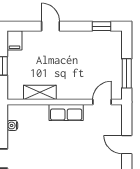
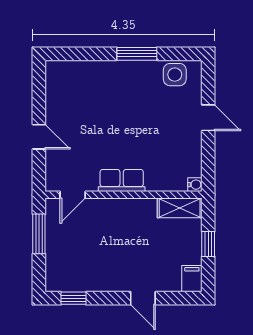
shelving: (40, 92) -> (180, 208), moved
water cooler: (12, 125) -> (195, 185), moved

